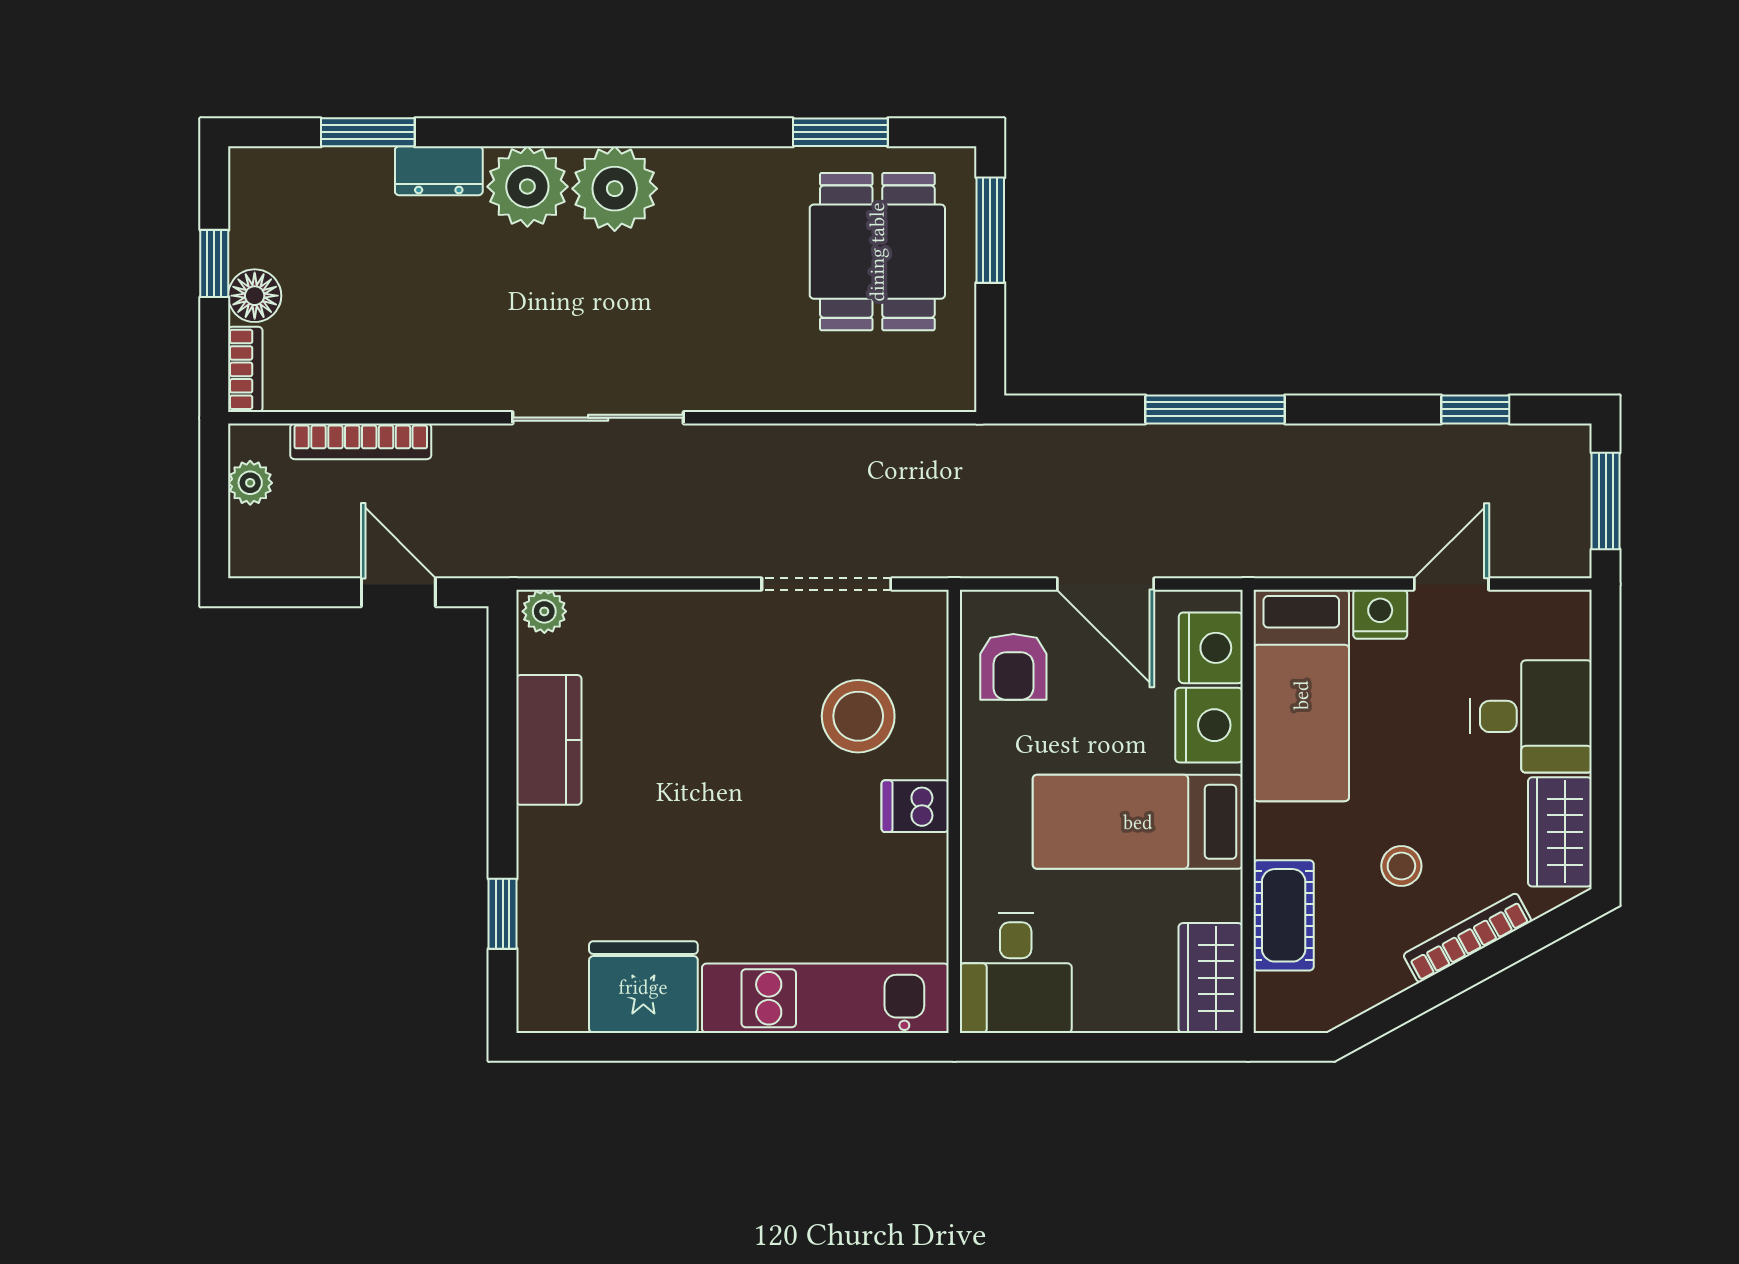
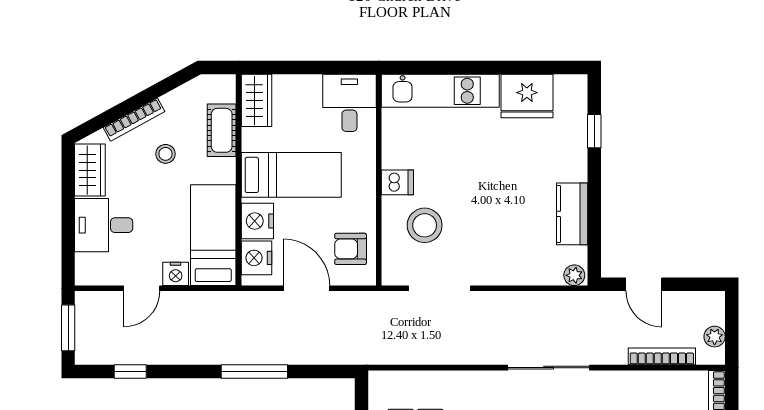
armchair: (1013, 667) -> (351, 249), turned -90

